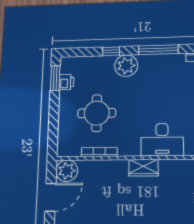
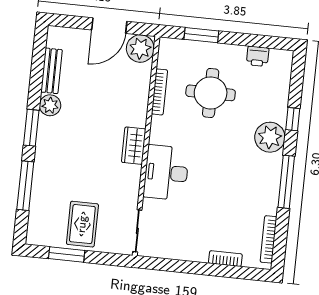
window: (55, 78) -> (201, 35), moved
door: (50, 197) -> (109, 26), hinge flipped

